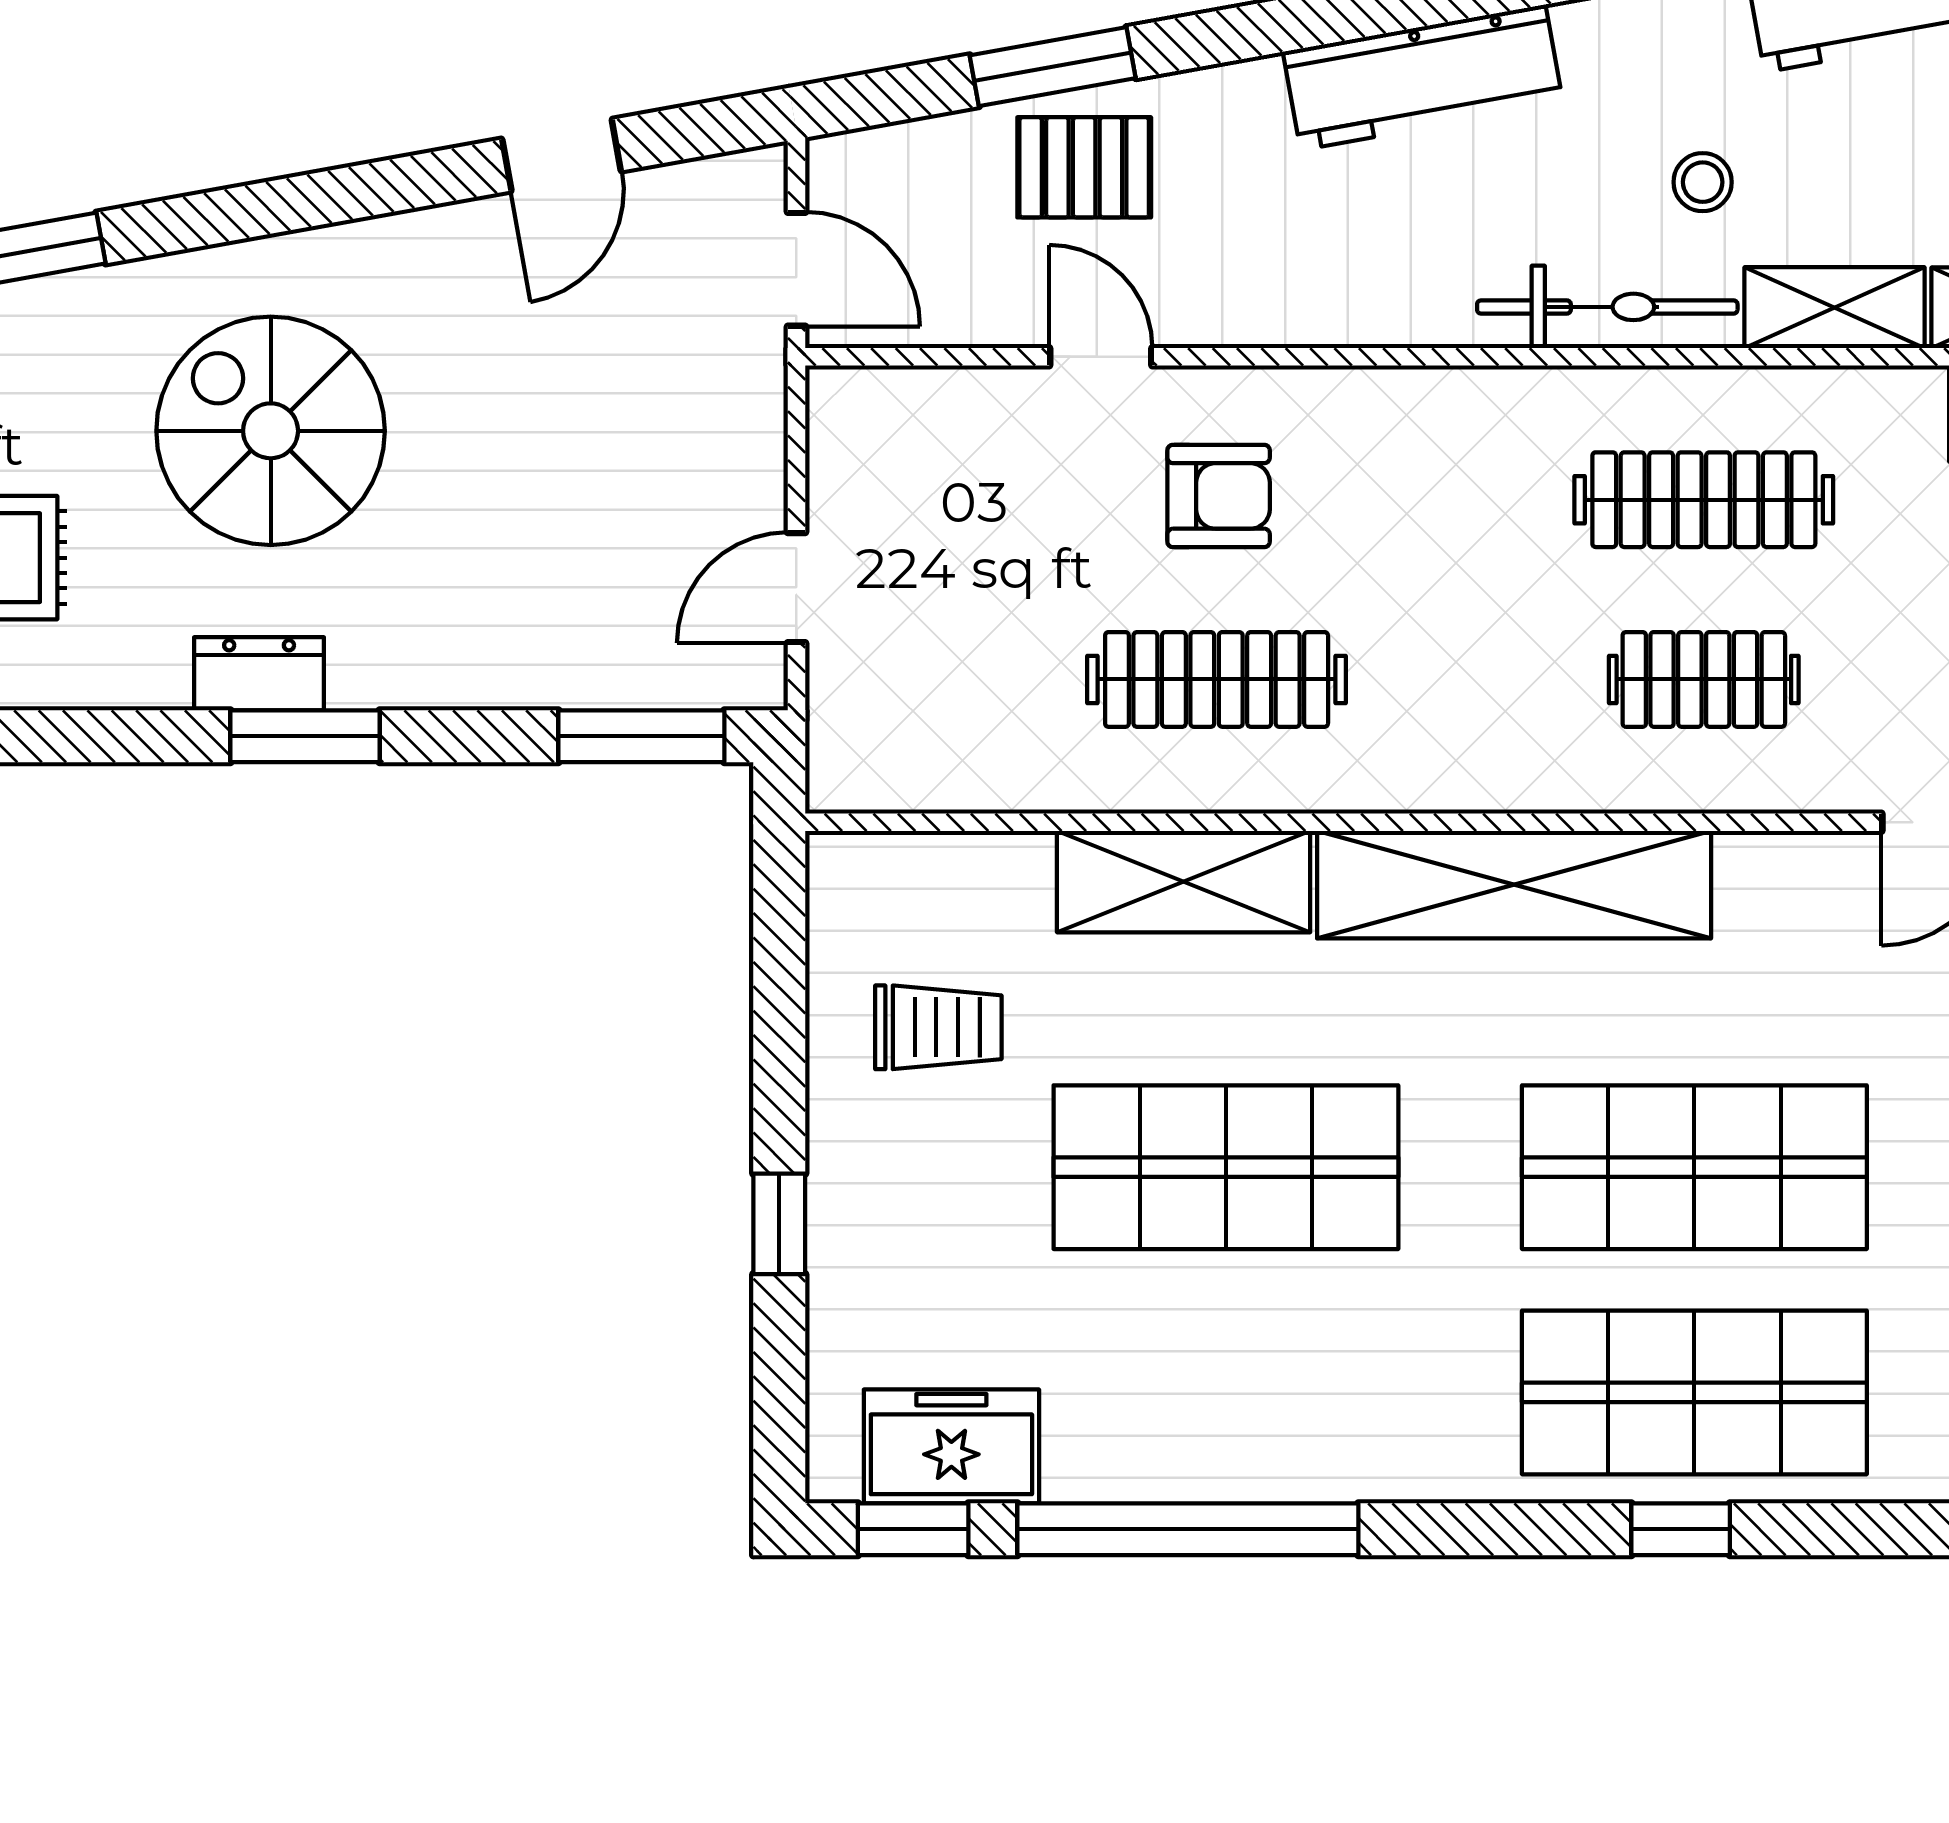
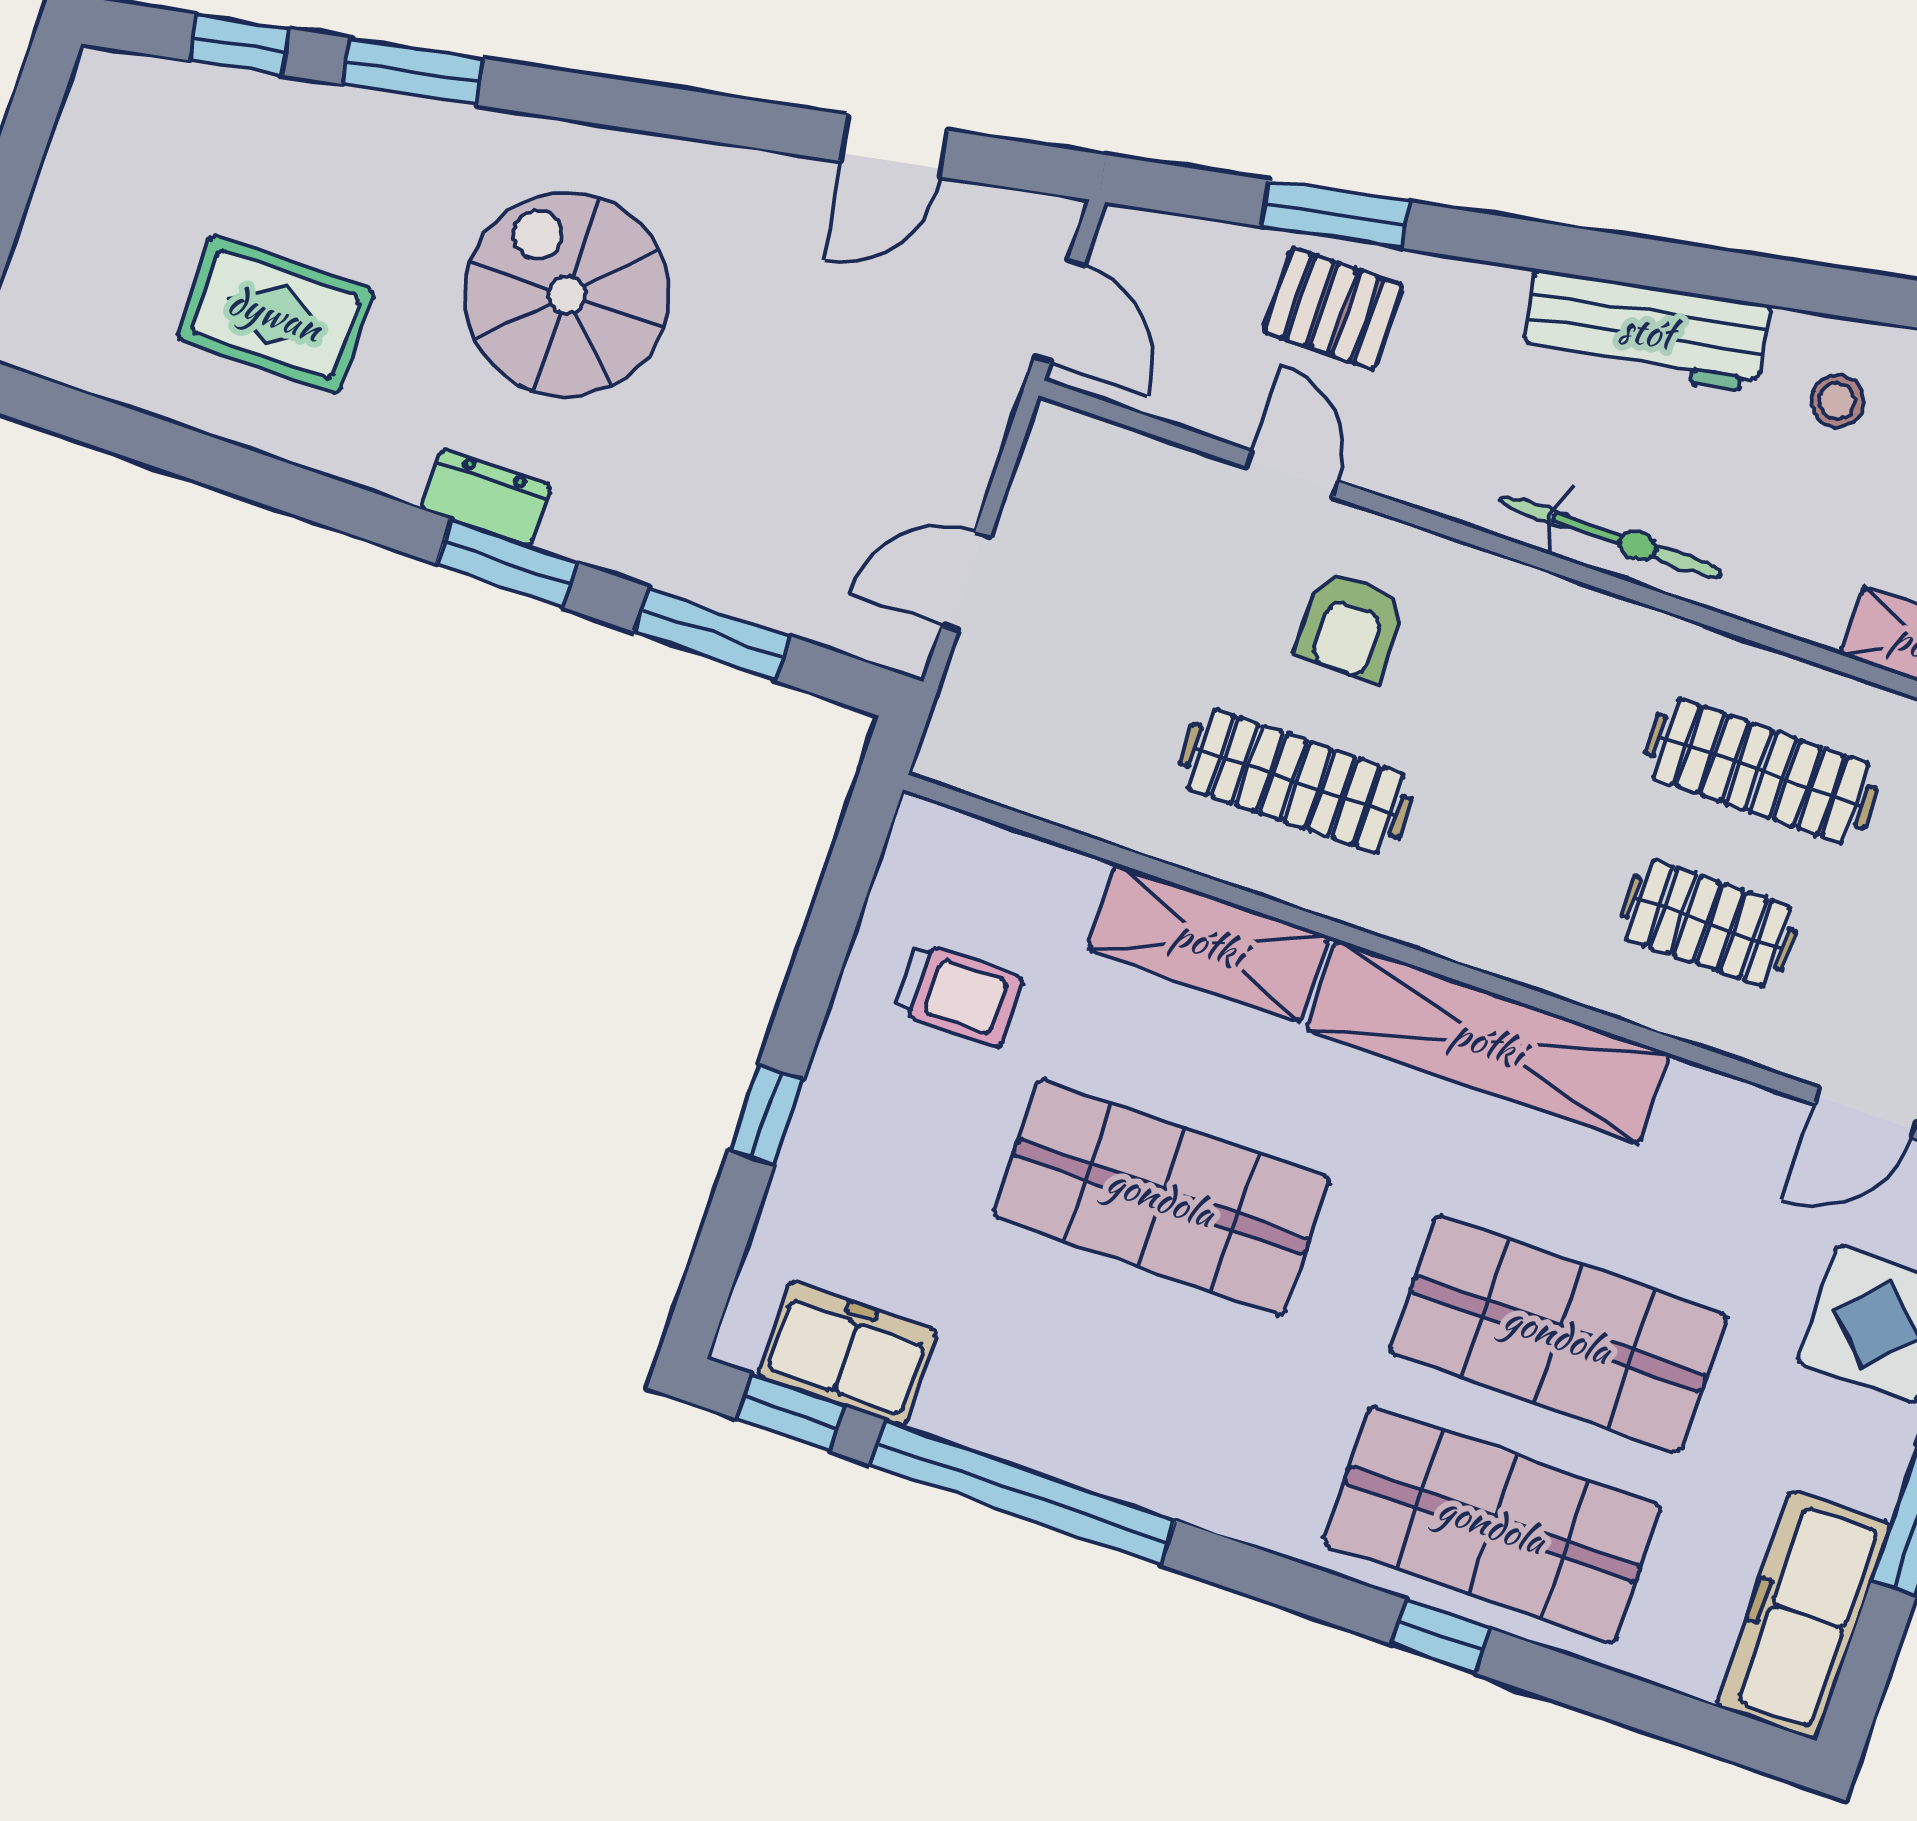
stool: (1703, 182) -> (1837, 401), moved
bicycle: (1607, 307) -> (1611, 537), moved
armchair: (1219, 496) -> (1351, 626), turned 90
window: (641, 736) -> (712, 634), moved

